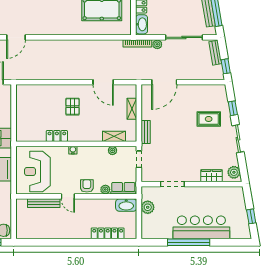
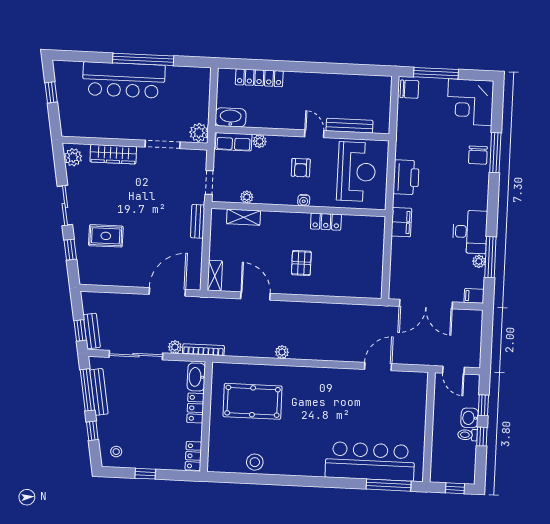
plant: (83, 44) -> (282, 352), added
window: (226, 66) -> (80, 330), moved
shelving: (132, 109) -> (215, 276), moved
wardrobe: (211, 176) -> (113, 154), width x1.50
armchair: (87, 186) -> (301, 168), moved
plant: (148, 207) -> (199, 132), moved

